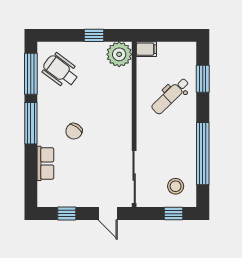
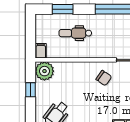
dental chair: (170, 96) -> (75, 33), turned 134
chair: (74, 131) -> (104, 78), moved

